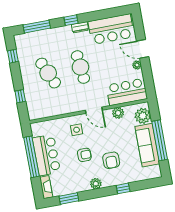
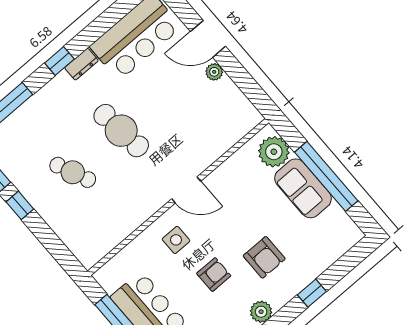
cafe table: (48, 73) -> (73, 172), width x0.73, depth x0.74
bar counter: (127, 92) -> (224, 127), removed
window: (20, 96) -> (20, 205), moved
plant: (118, 113) -> (229, 171), removed
sofa: (147, 145) -> (303, 188), width x0.73

